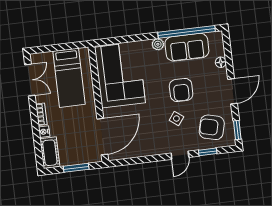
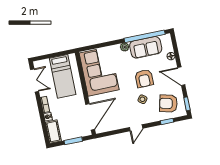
door: (233, 91) -> (181, 76), swing flipped
door: (180, 155) -> (136, 128), moved

